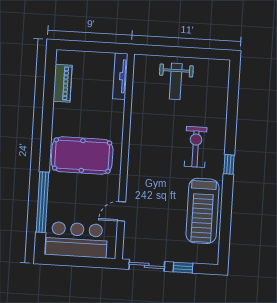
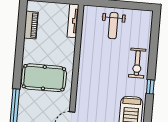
exercise bike: (196, 147) -> (137, 63), moved, turned 180

